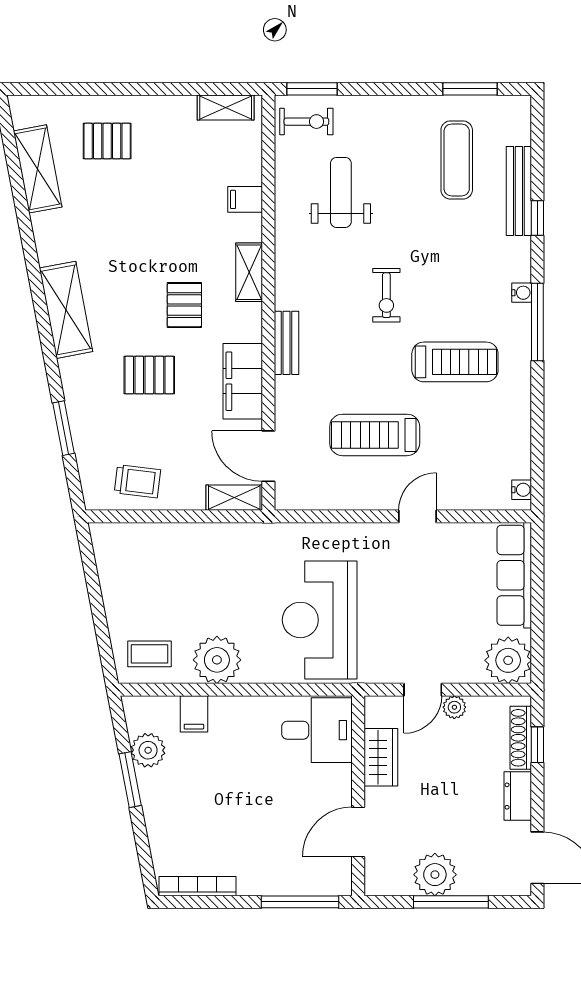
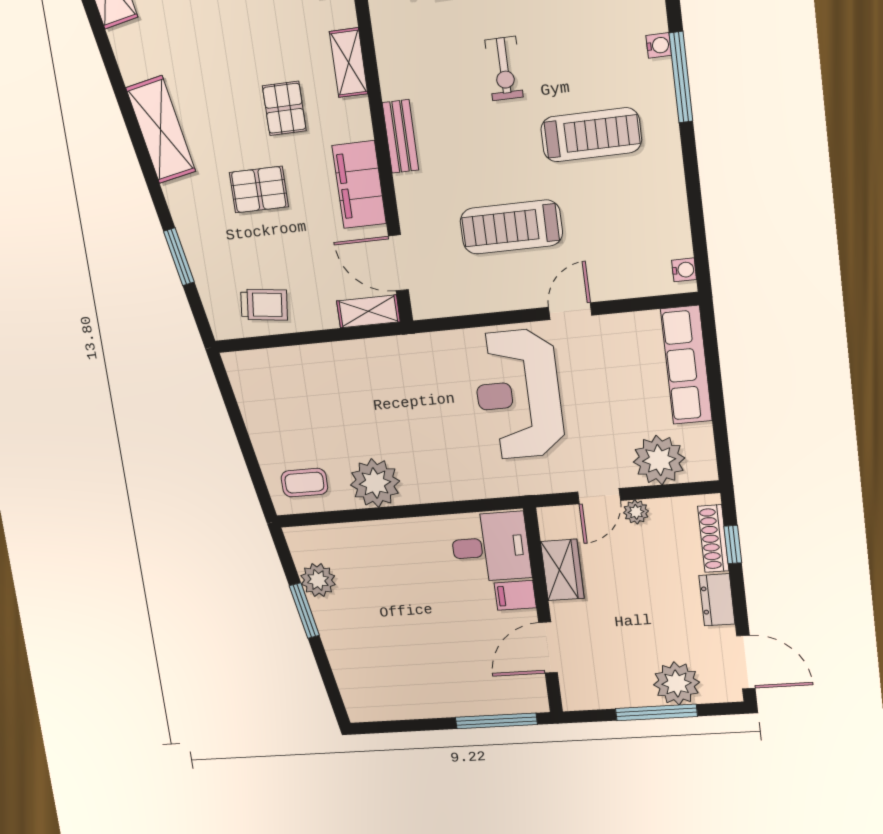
reception desk: (320, 620) -> (518, 394), moved
plant: (508, 660) -> (659, 460), moved
filing cabinet: (194, 714) -> (515, 595), moved, turned 90
plant: (435, 875) -> (677, 683), moved
bookcase: (197, 886) -> (389, 711), removed

